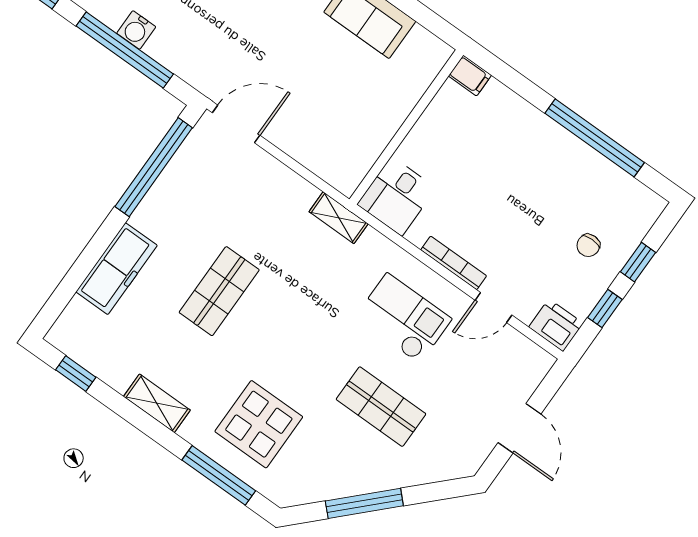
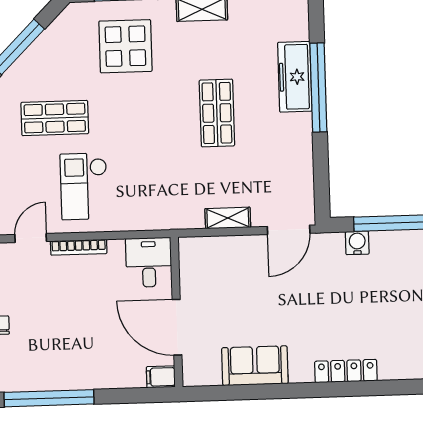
water cooler: (136, 30) -> (357, 243), moved
door: (417, 112) -> (177, 327), added
window: (154, 167) -> (318, 88), moved
shelving: (339, 218) -> (228, 218), moved
checkout: (403, 318) -> (84, 186), turned 90

